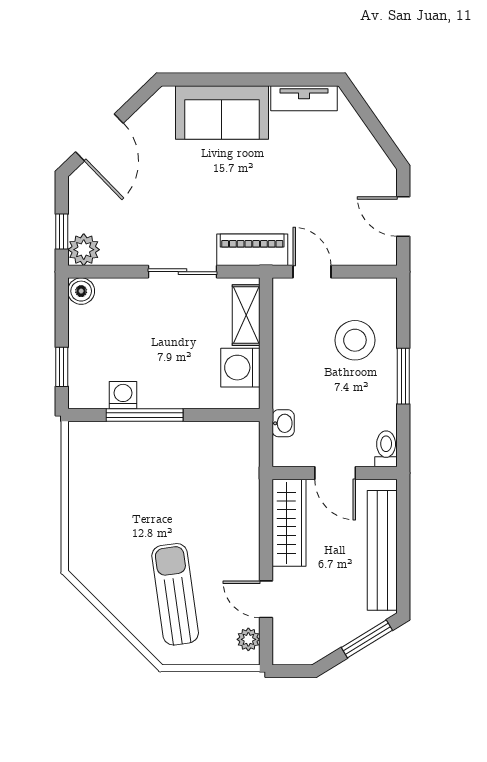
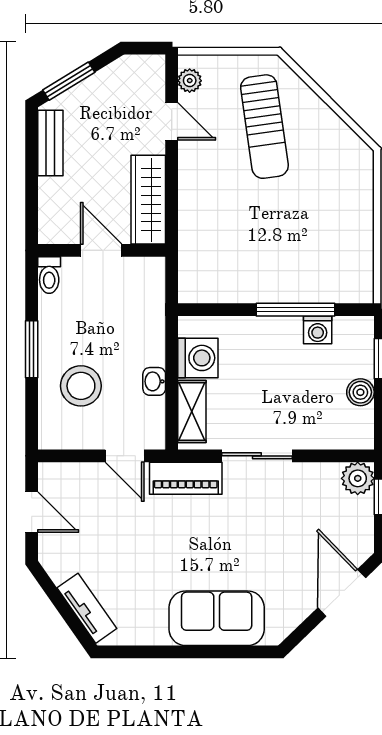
tv unit: (304, 98) -> (87, 608), moved, turned 55
boiler: (81, 291) -> (360, 392), moved
washbasin: (283, 423) -> (154, 381), moved
bench: (382, 550) -> (50, 143), width x0.54, depth x0.82

